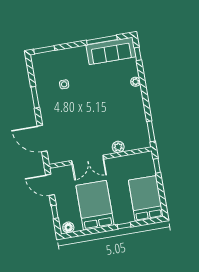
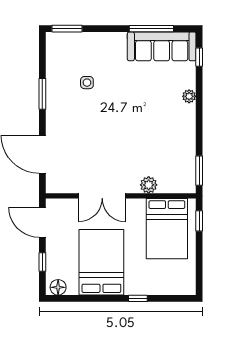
bed: (146, 198) -> (167, 229), moved, turned 180

